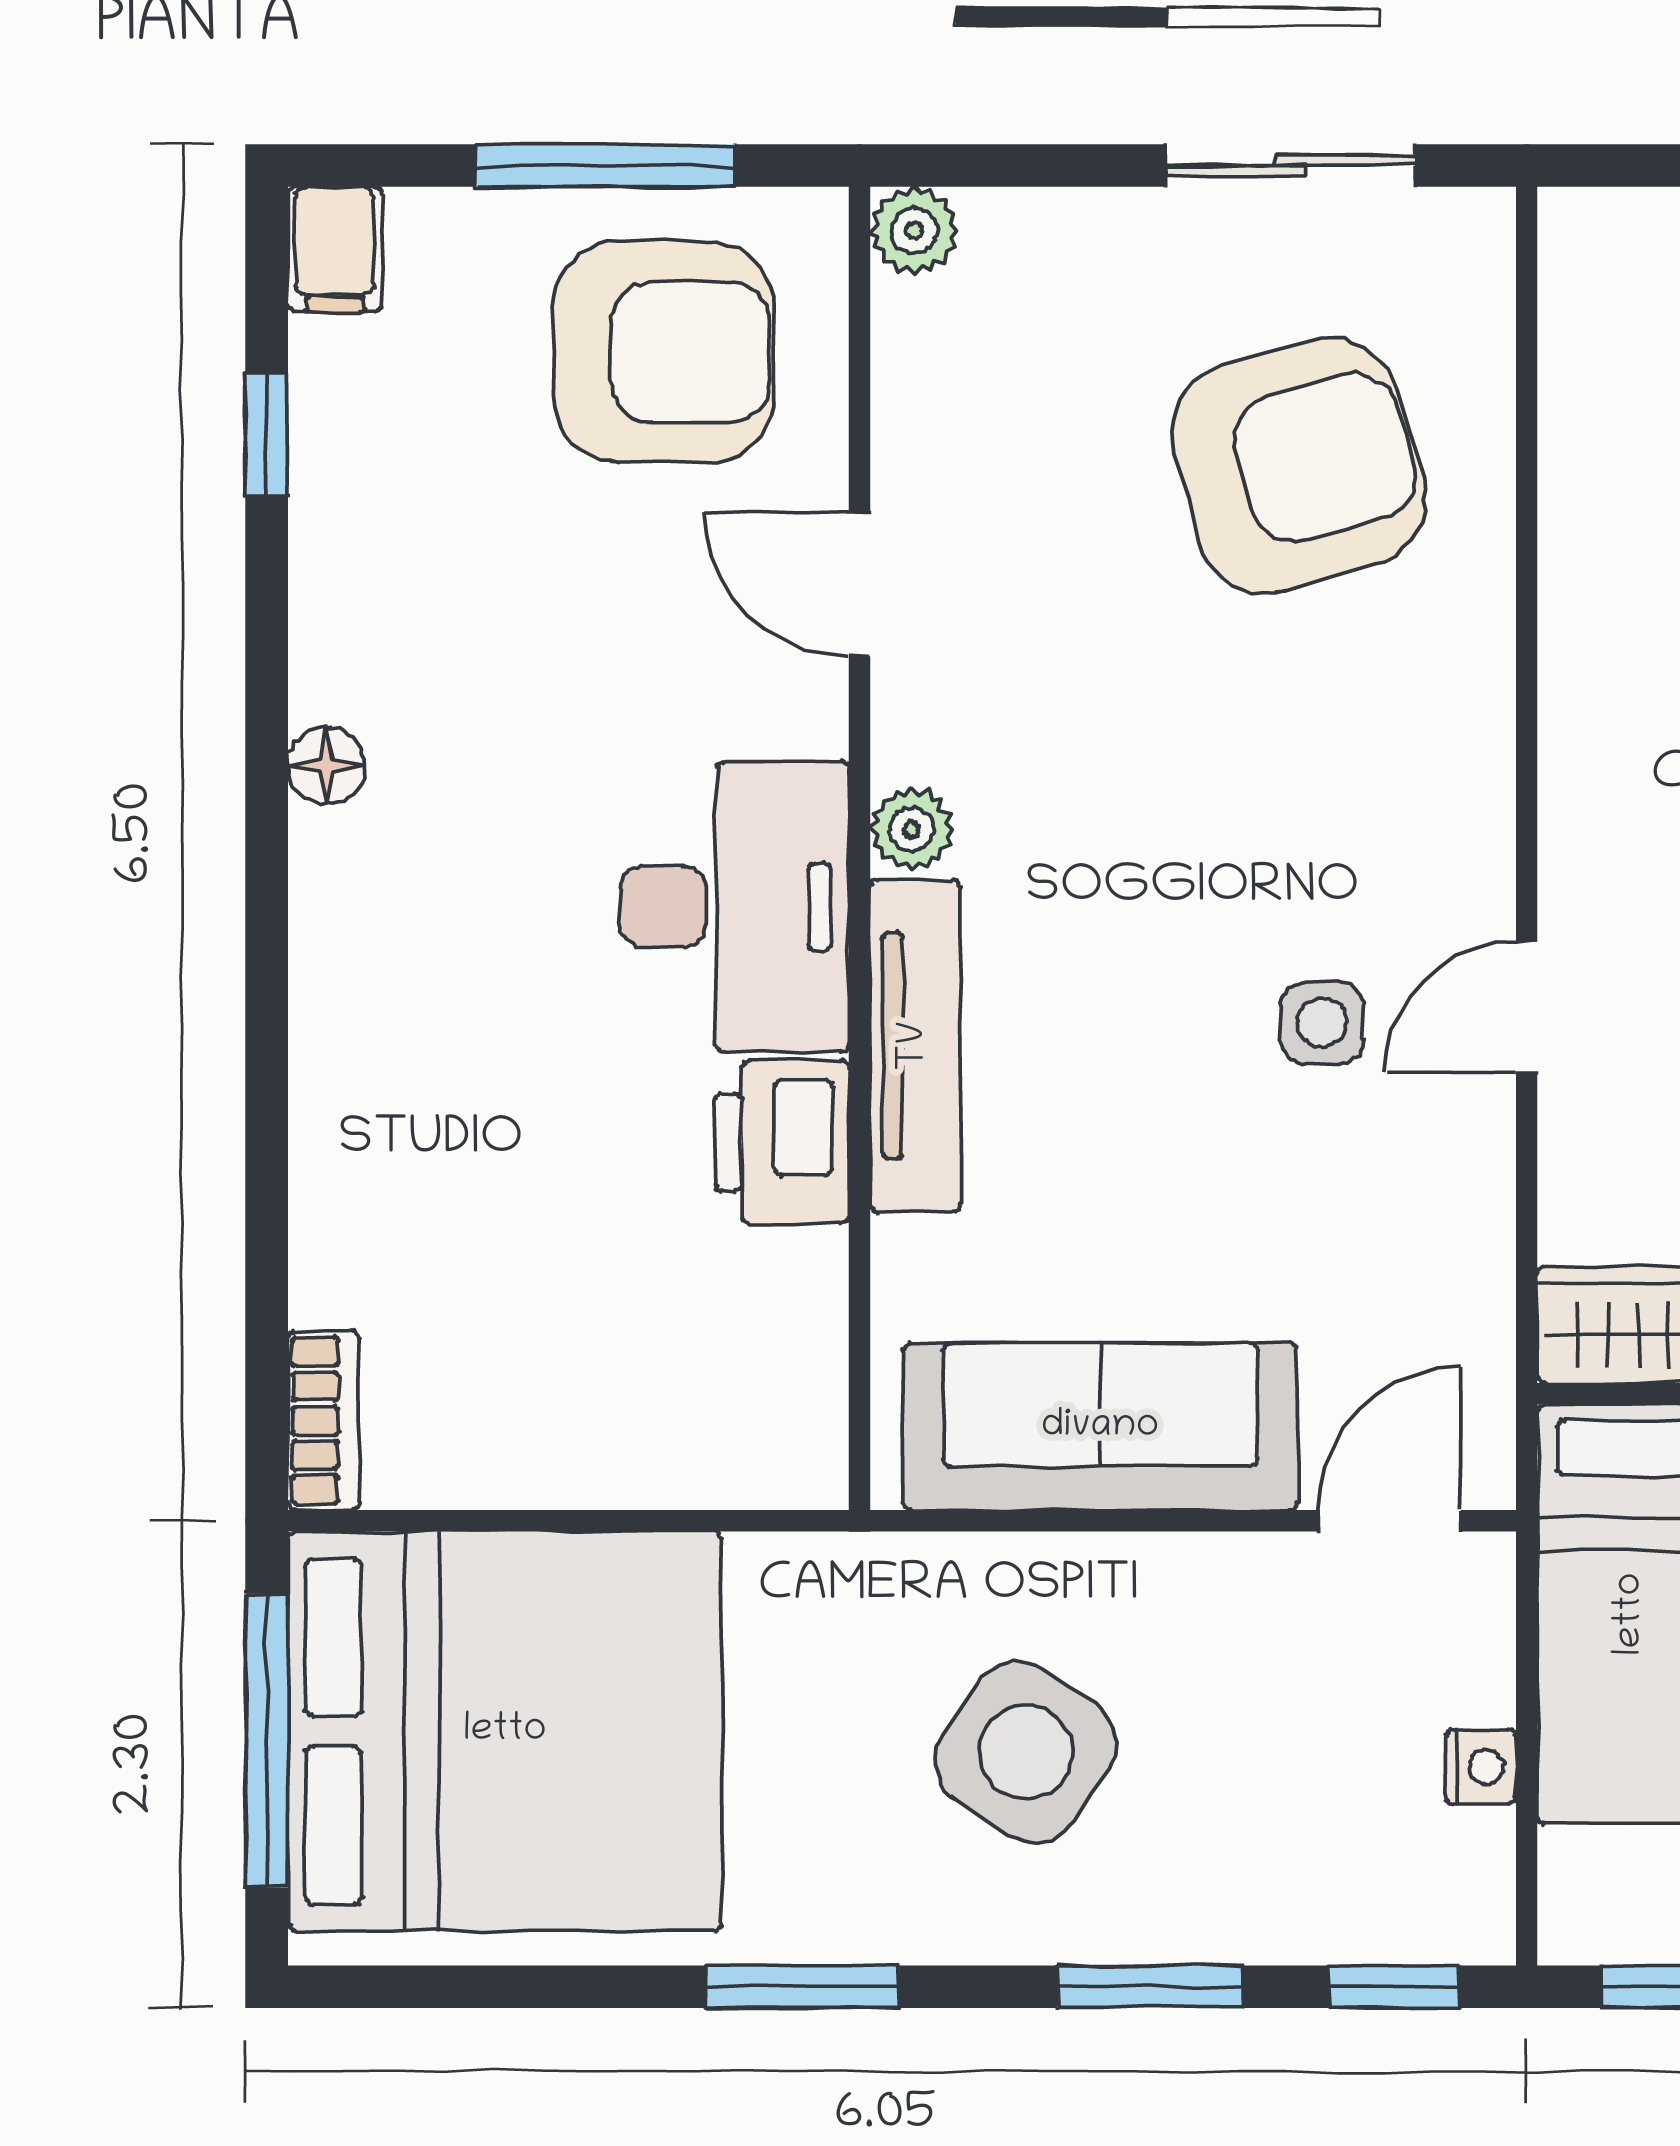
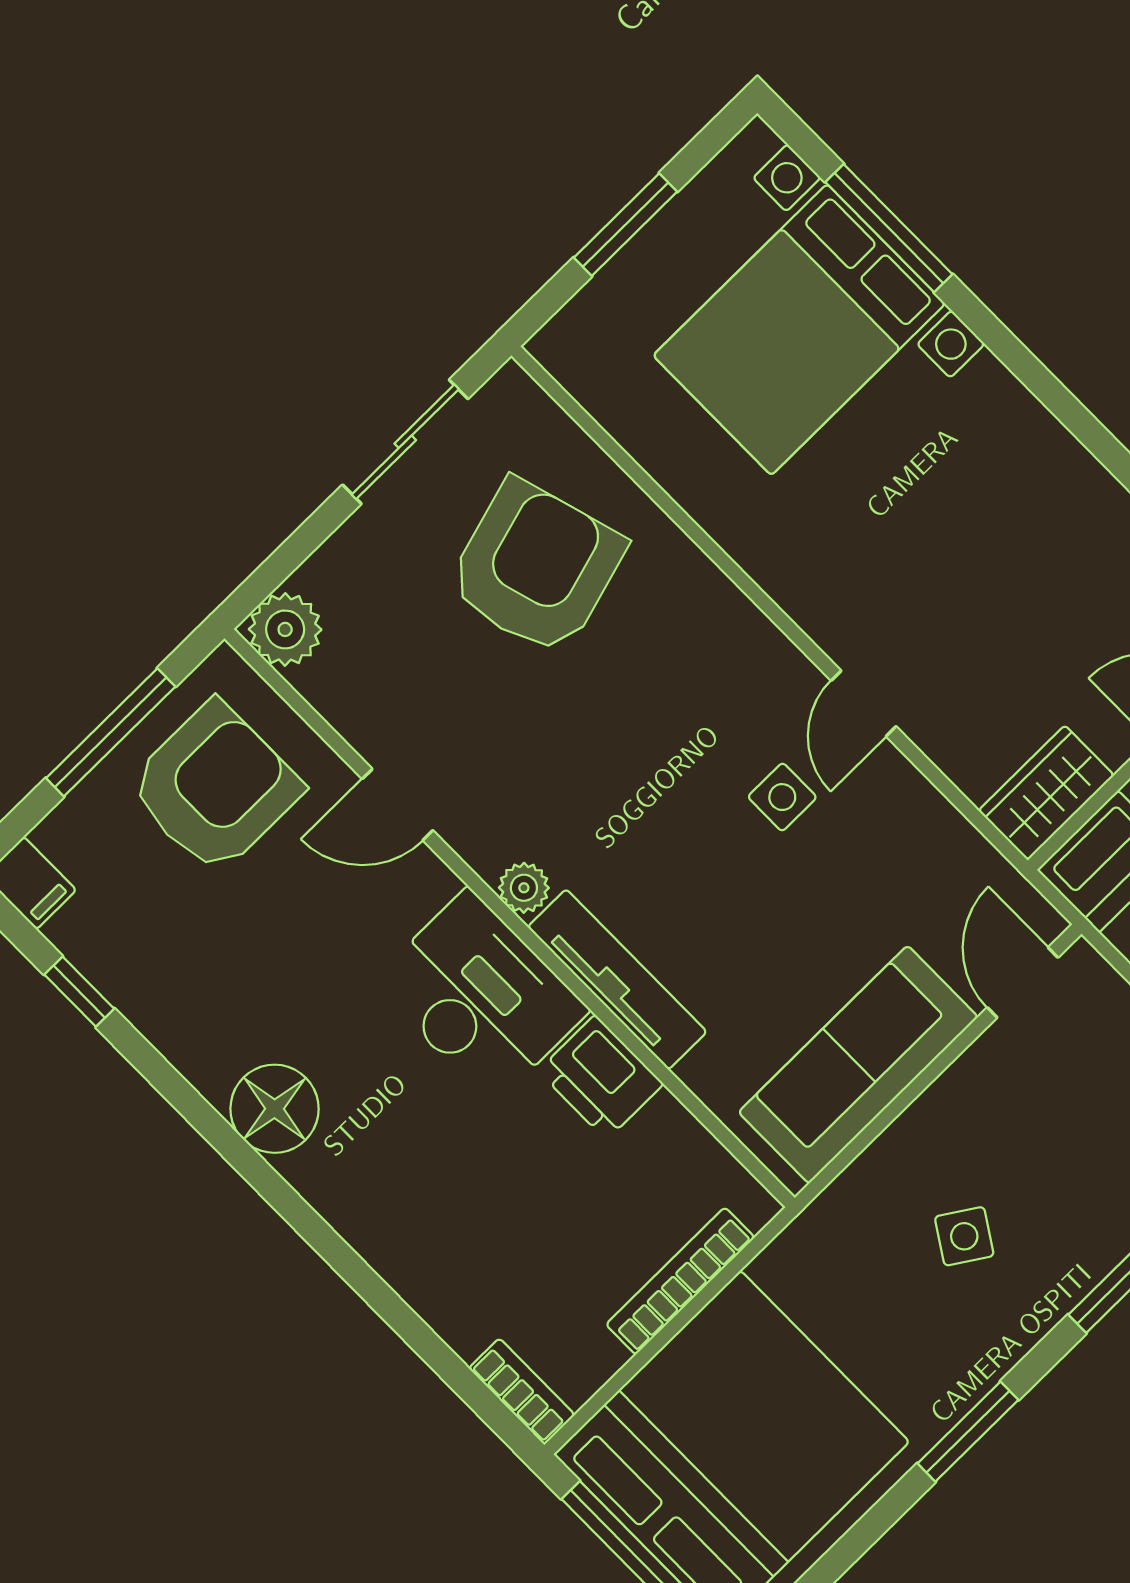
plant: (914, 231) -> (285, 629), width x1.38, depth x1.38
floor lamp: (327, 766) -> (275, 1109), width x1.89, depth x1.89
bookcase: (639, 1475) -> (680, 1281), added
side table: (1026, 1752) -> (964, 1236), width x0.54, depth x0.54

